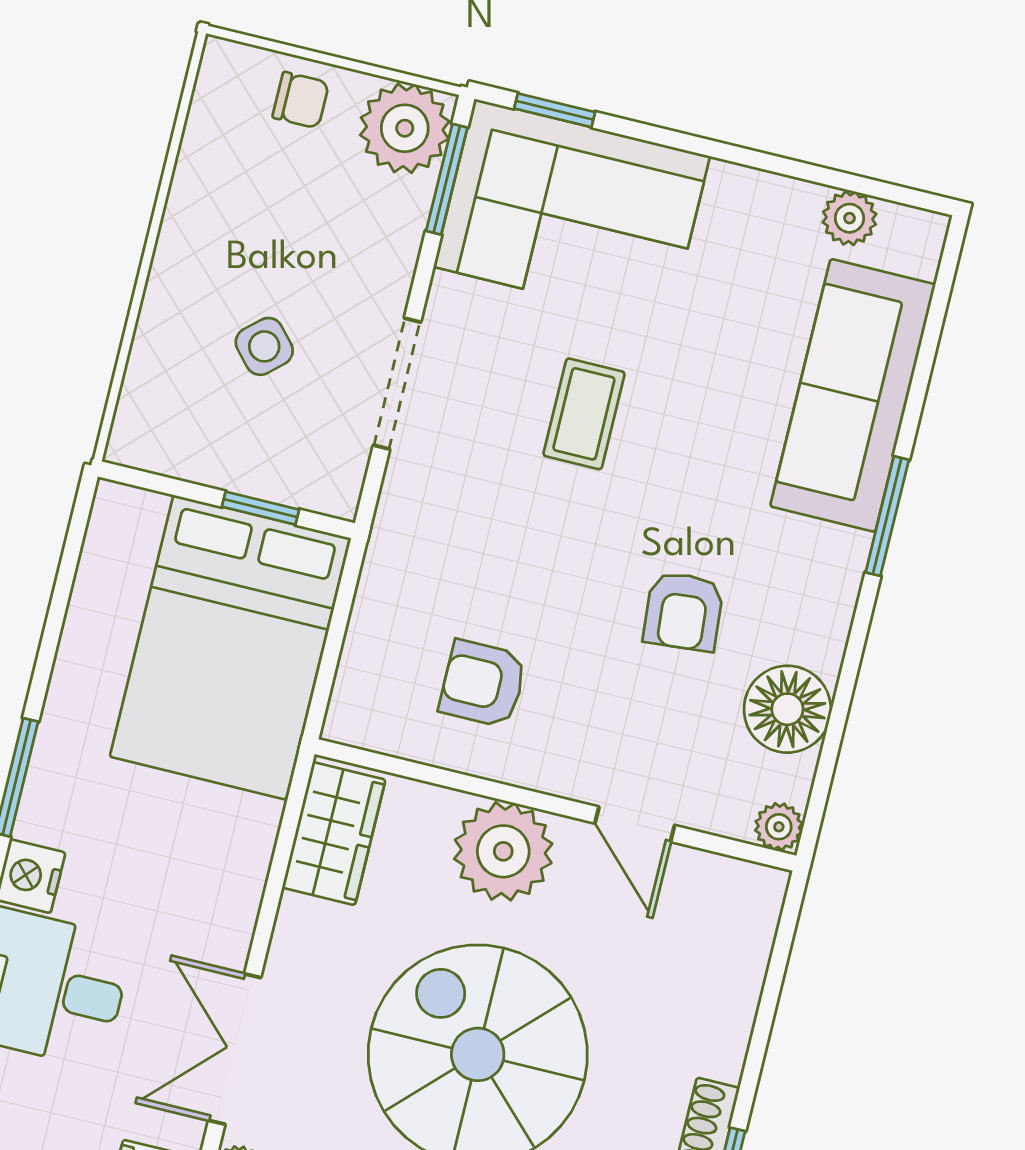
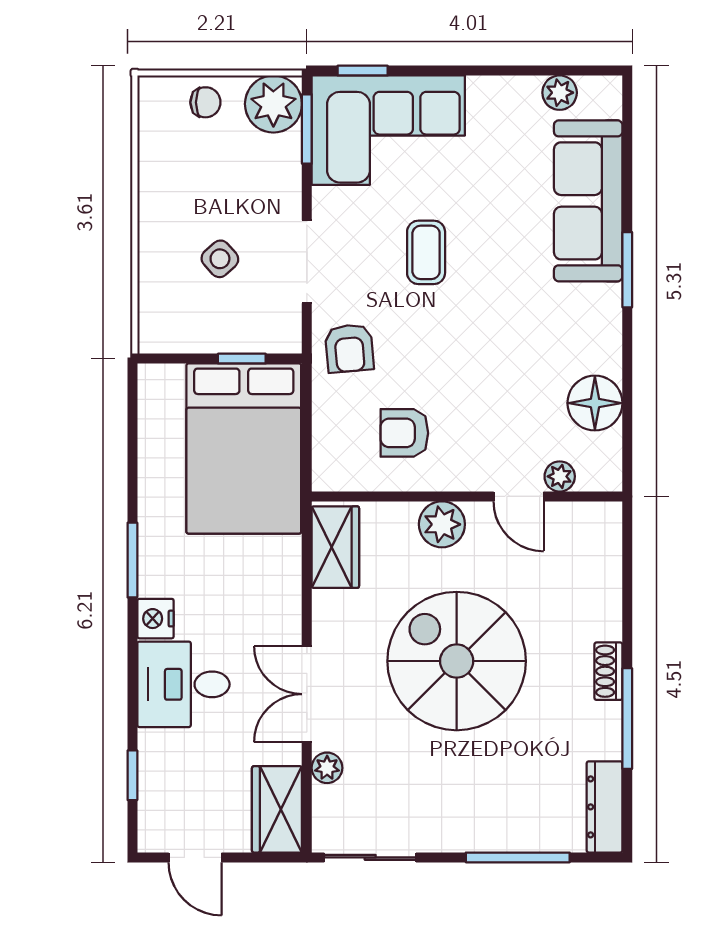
armchair: (683, 611) -> (349, 348), moved
plant: (779, 827) -> (560, 476), moved
plant: (503, 851) -> (442, 524), width x0.73, depth x0.73

